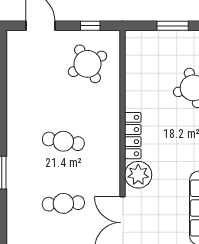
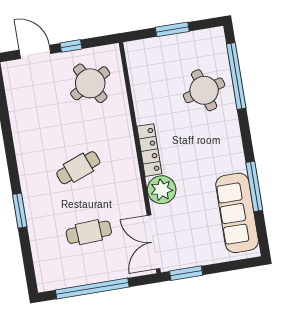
window: (90, 26) -> (71, 46), moved
cafe table: (63, 141) -> (78, 168), turned -30

